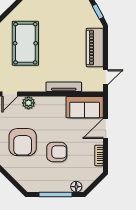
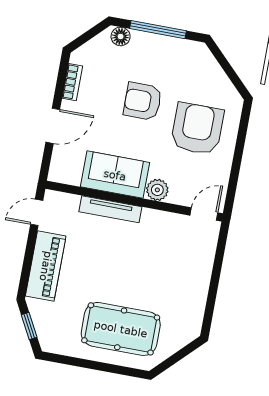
pool table: (25, 43) -> (121, 329), moved, turned 90
plant: (28, 103) -> (157, 190), moved
sofa: (85, 107) -> (115, 175), moved

